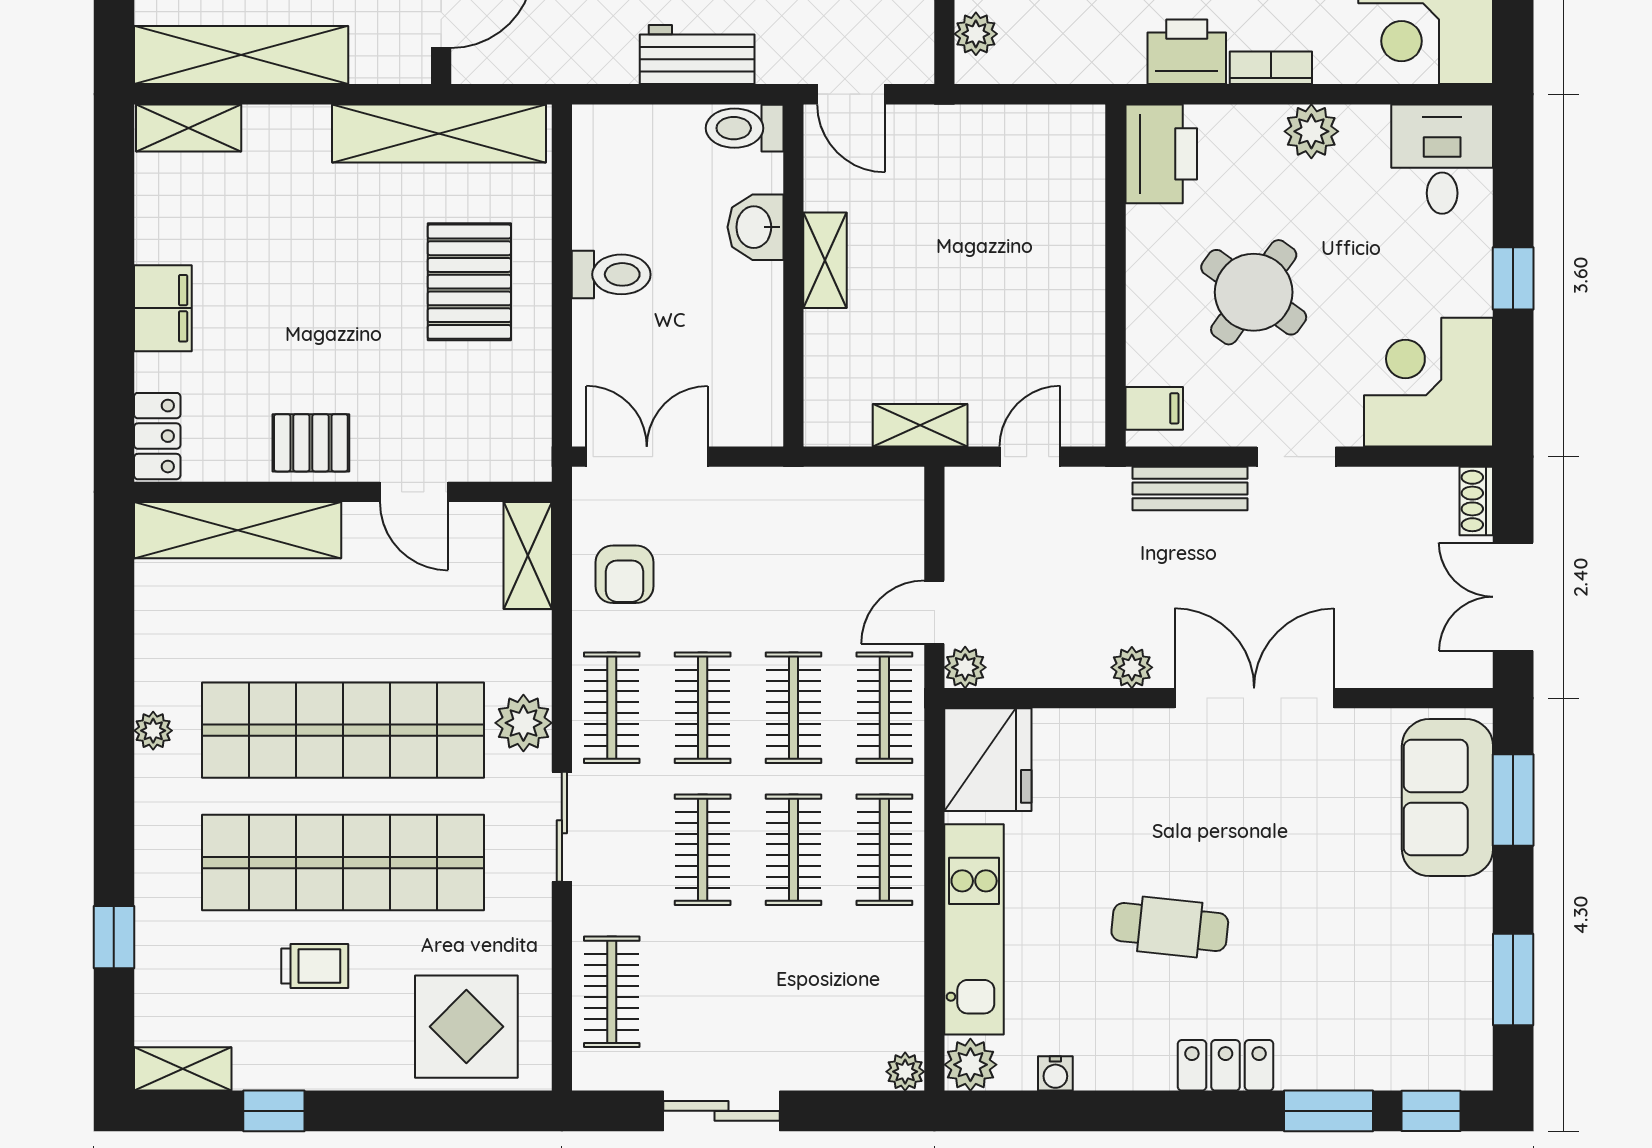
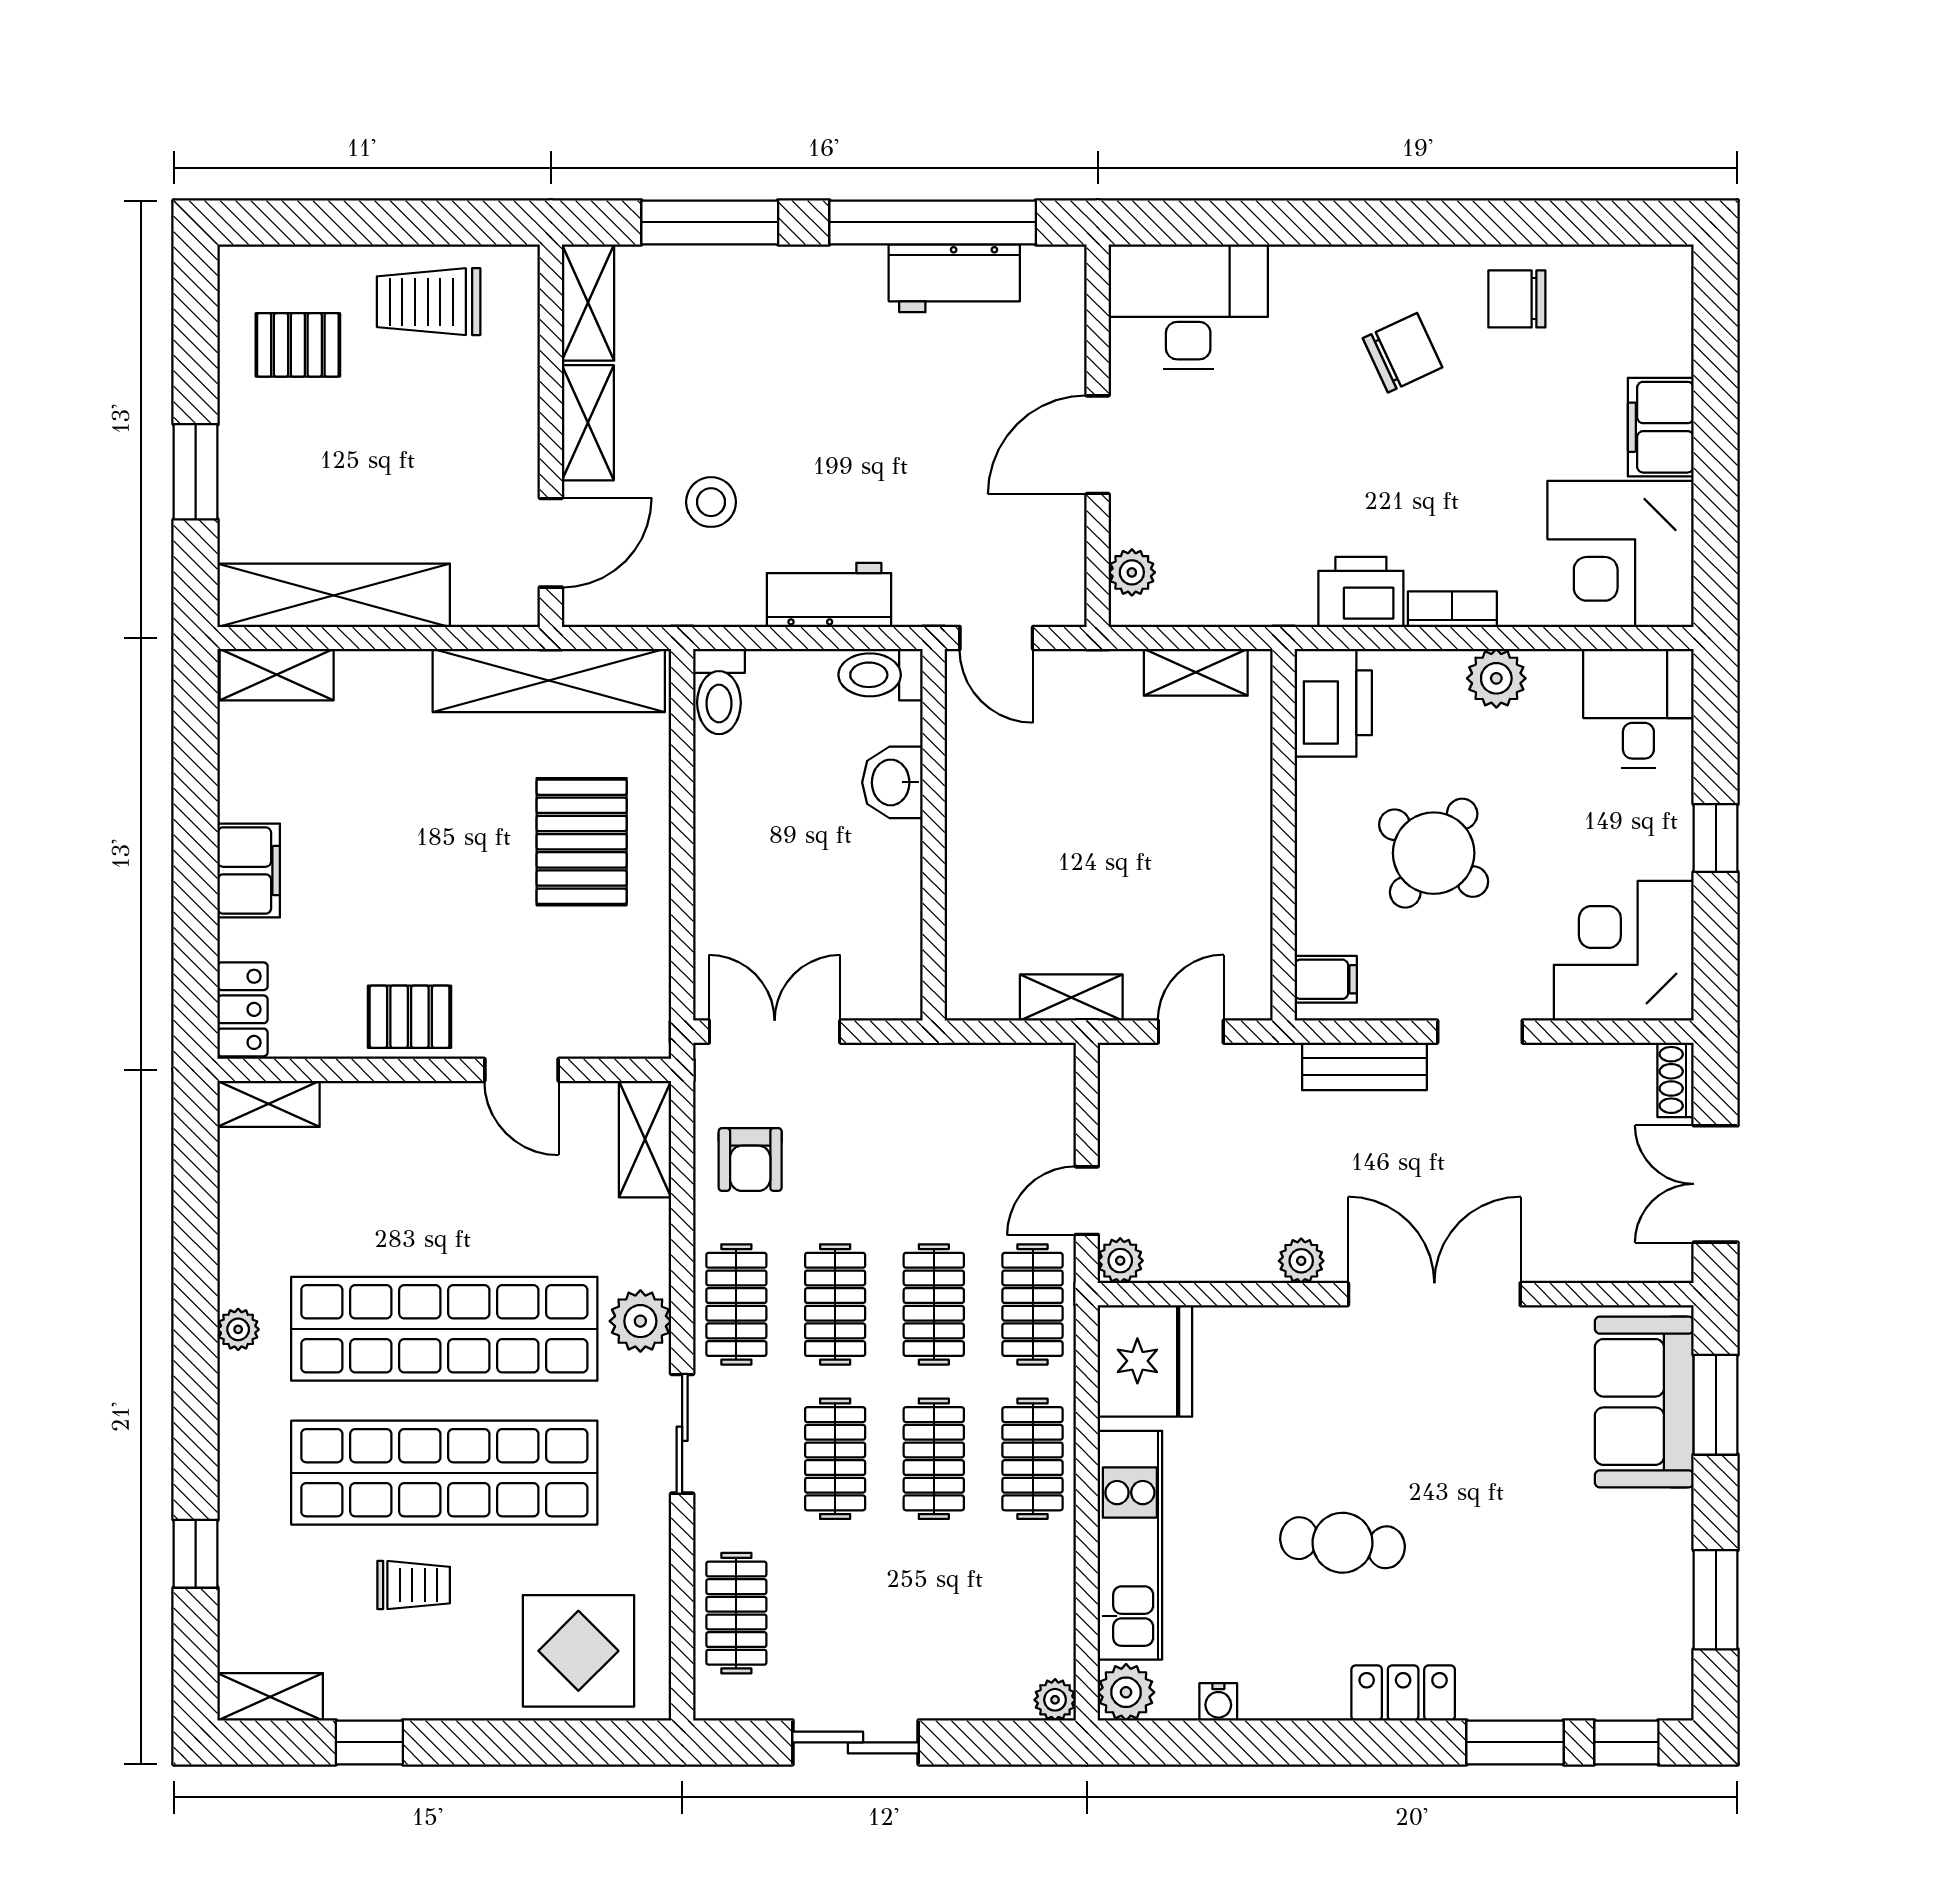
shelving: (825, 260) -> (1196, 672), moved, turned 90
toilet: (611, 274) -> (719, 692), moved, turned 90
shelving: (238, 530) -> (269, 1104), width x0.45, depth x0.75

